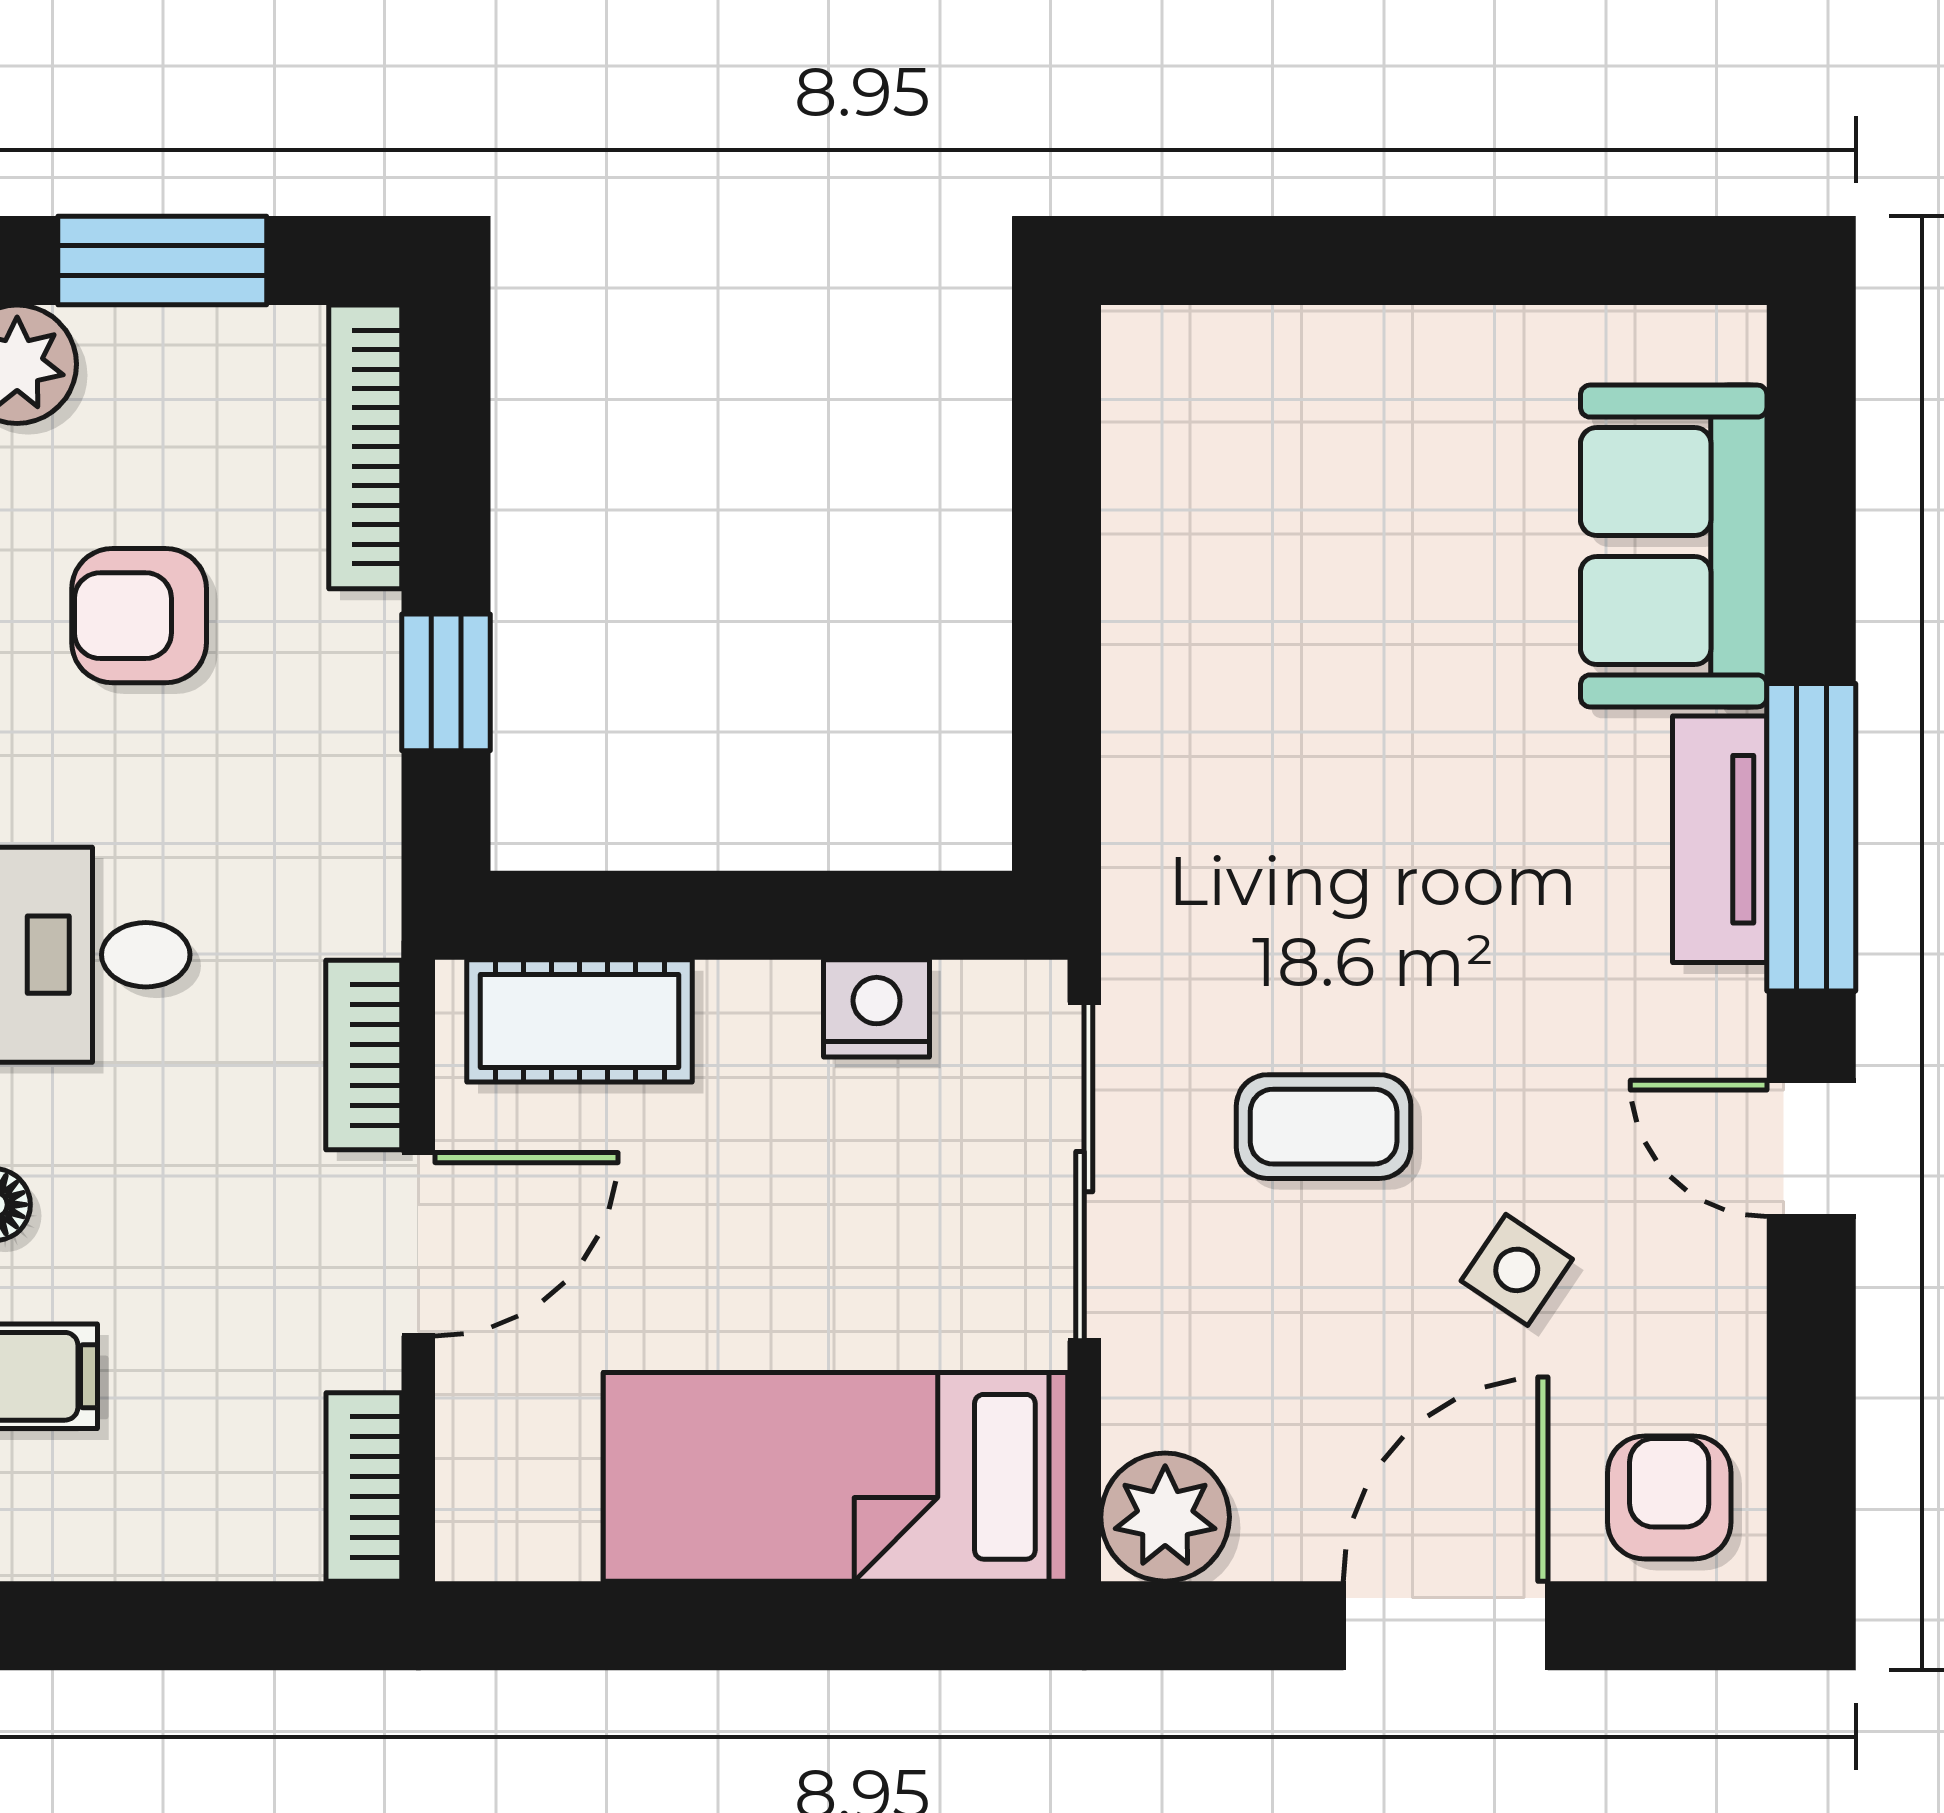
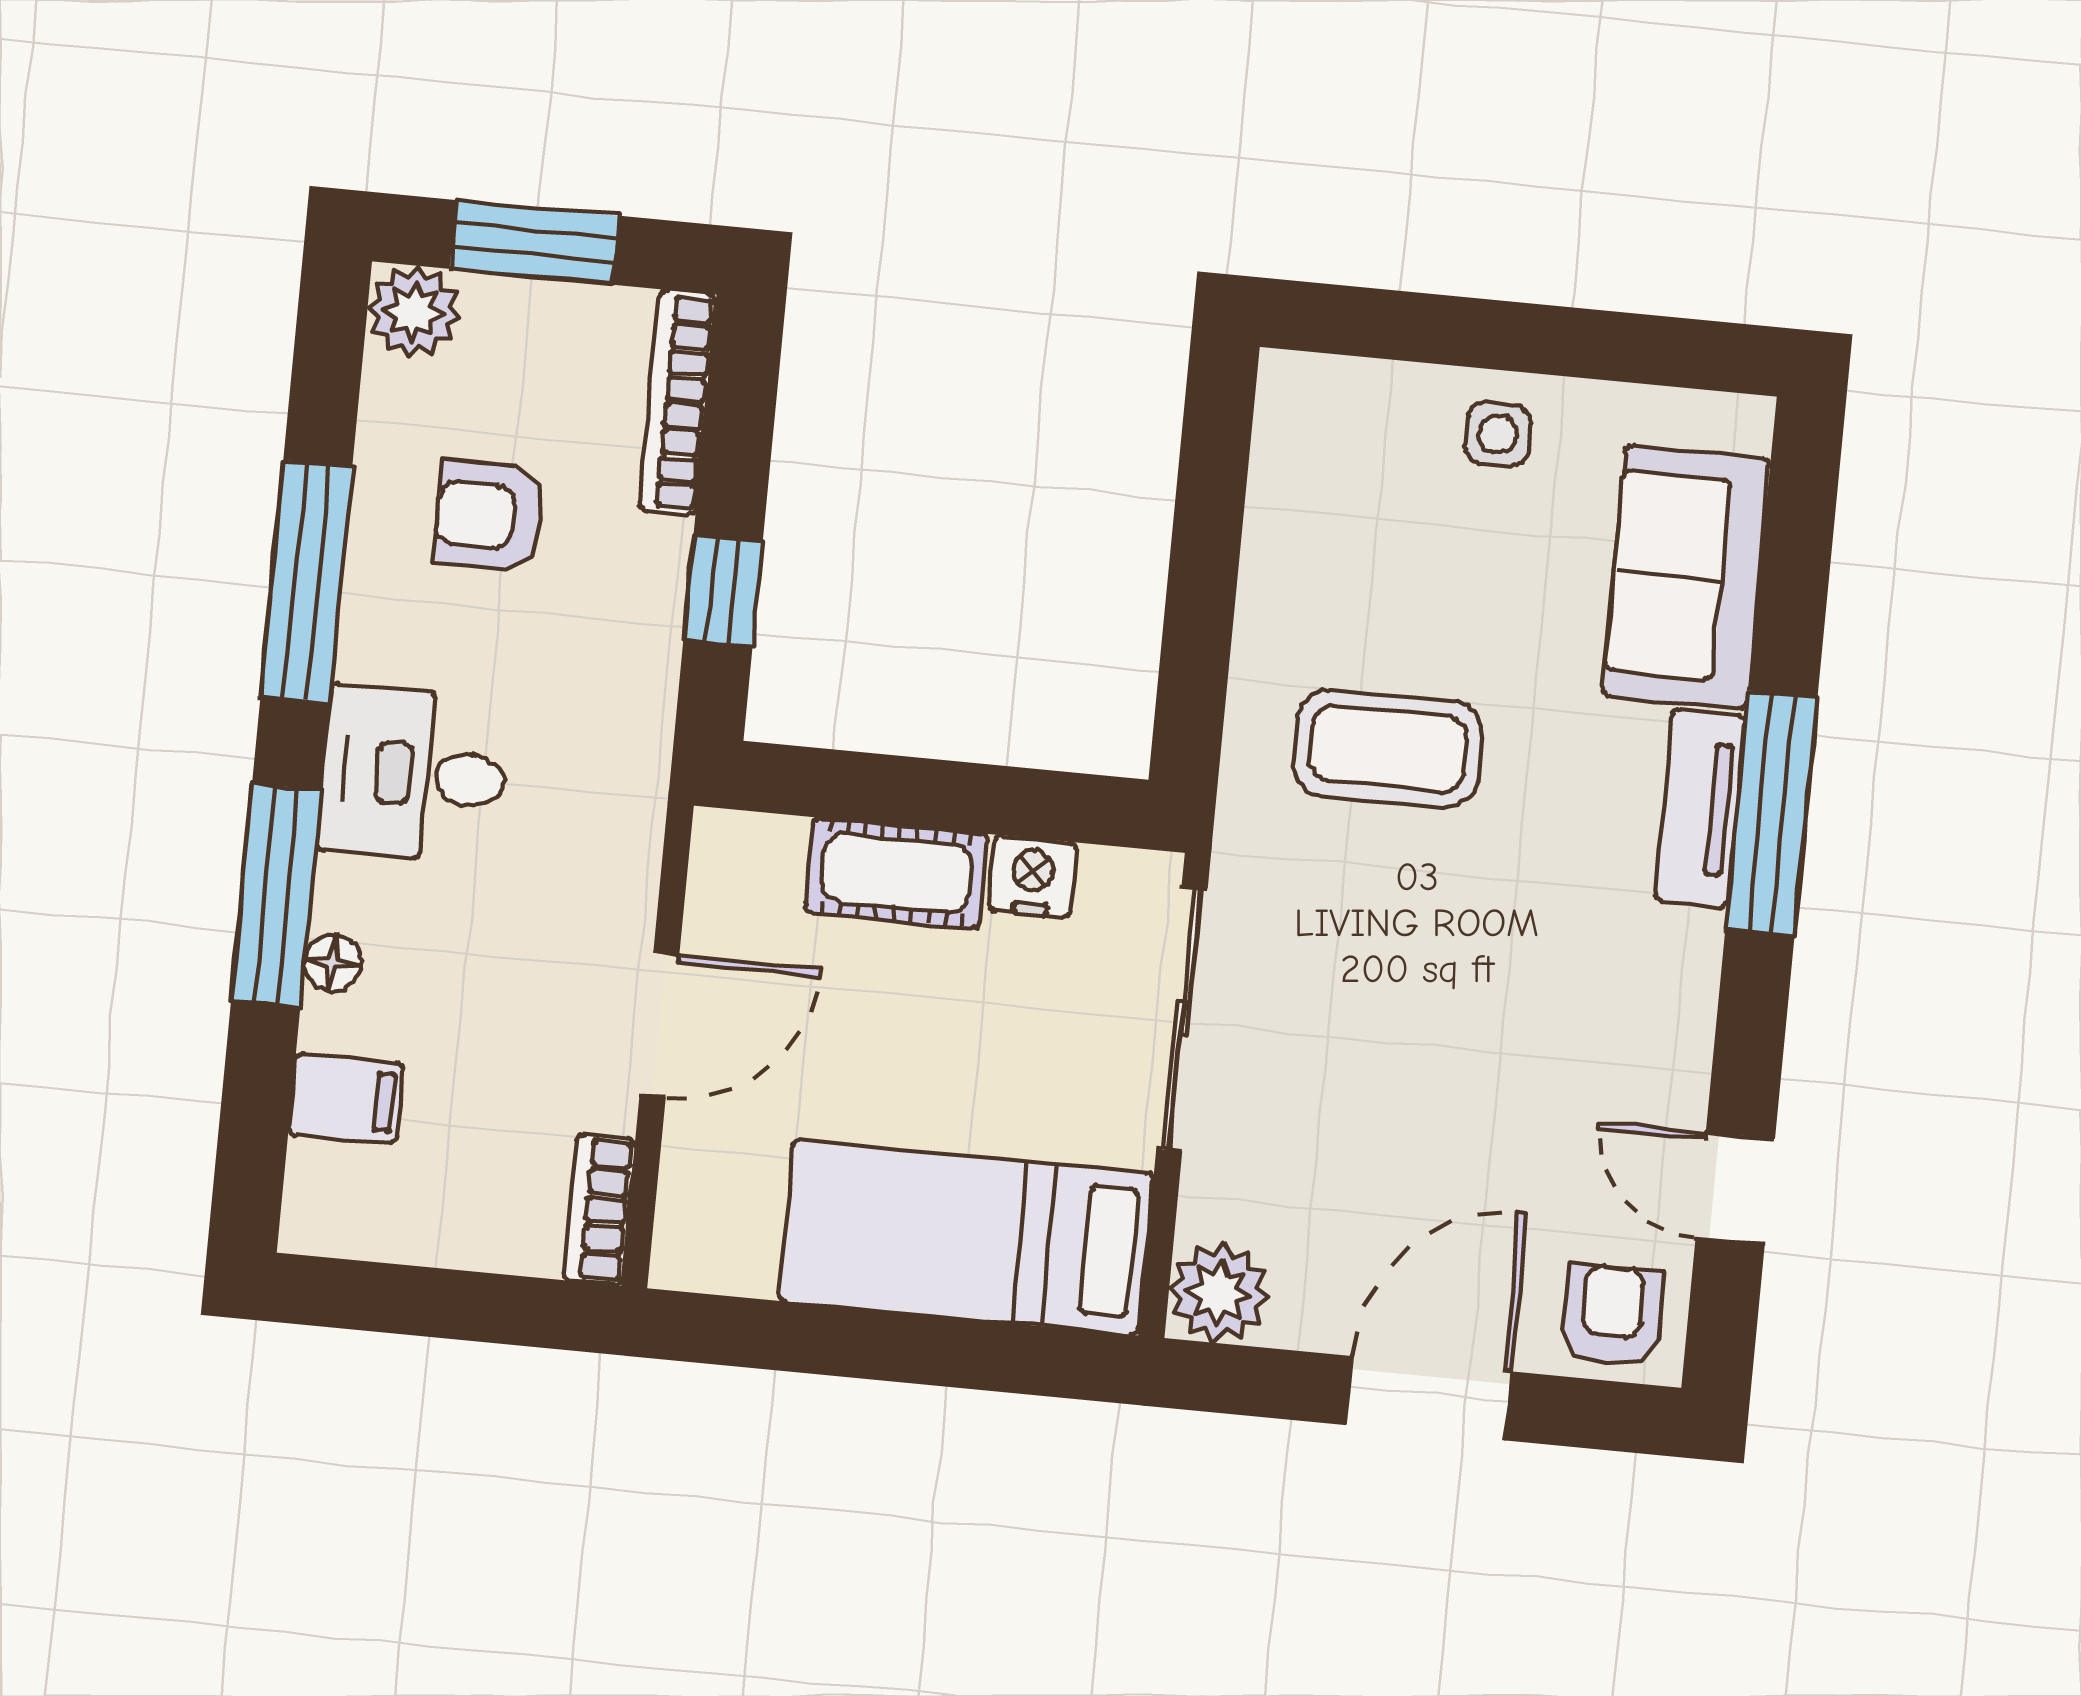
cot: (580, 1021) -> (897, 873), moved
bookcase: (364, 1055) -> (631, 874), removed
coffee table: (1324, 1127) -> (1388, 749), moved, width x1.36, depth x1.30
door: (1811, 1148) -> (1735, 1189), moved
side table: (1517, 1270) -> (1498, 434), moved, turned -34

